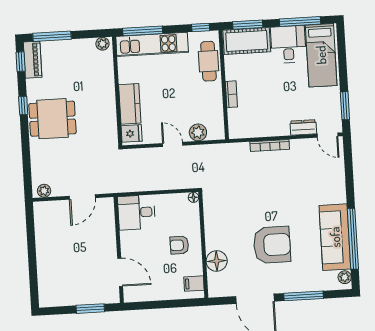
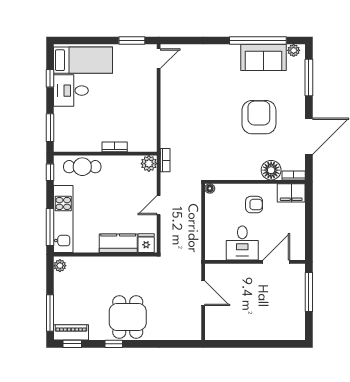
window: (300, 22) -> (50, 78), width x0.46
cot: (247, 41) -> (65, 130), removed
dresser: (303, 127) -> (150, 81), removed
plant: (198, 132) -> (149, 164), moved
bookcase: (270, 145) -> (165, 160), moved, width x0.64
plant: (44, 191) -> (195, 329), removed
desk: (137, 212) -> (242, 243), moved
sofa: (335, 237) -> (264, 57), width x0.73
armchair: (179, 245) -> (254, 205), turned -90
filing cabinet: (194, 284) -> (291, 193), width x2.00
bookcase: (213, 285) -> (294, 175), added
window: (304, 296) -> (309, 77), moved
window: (90, 309) -> (309, 292), width x1.44

